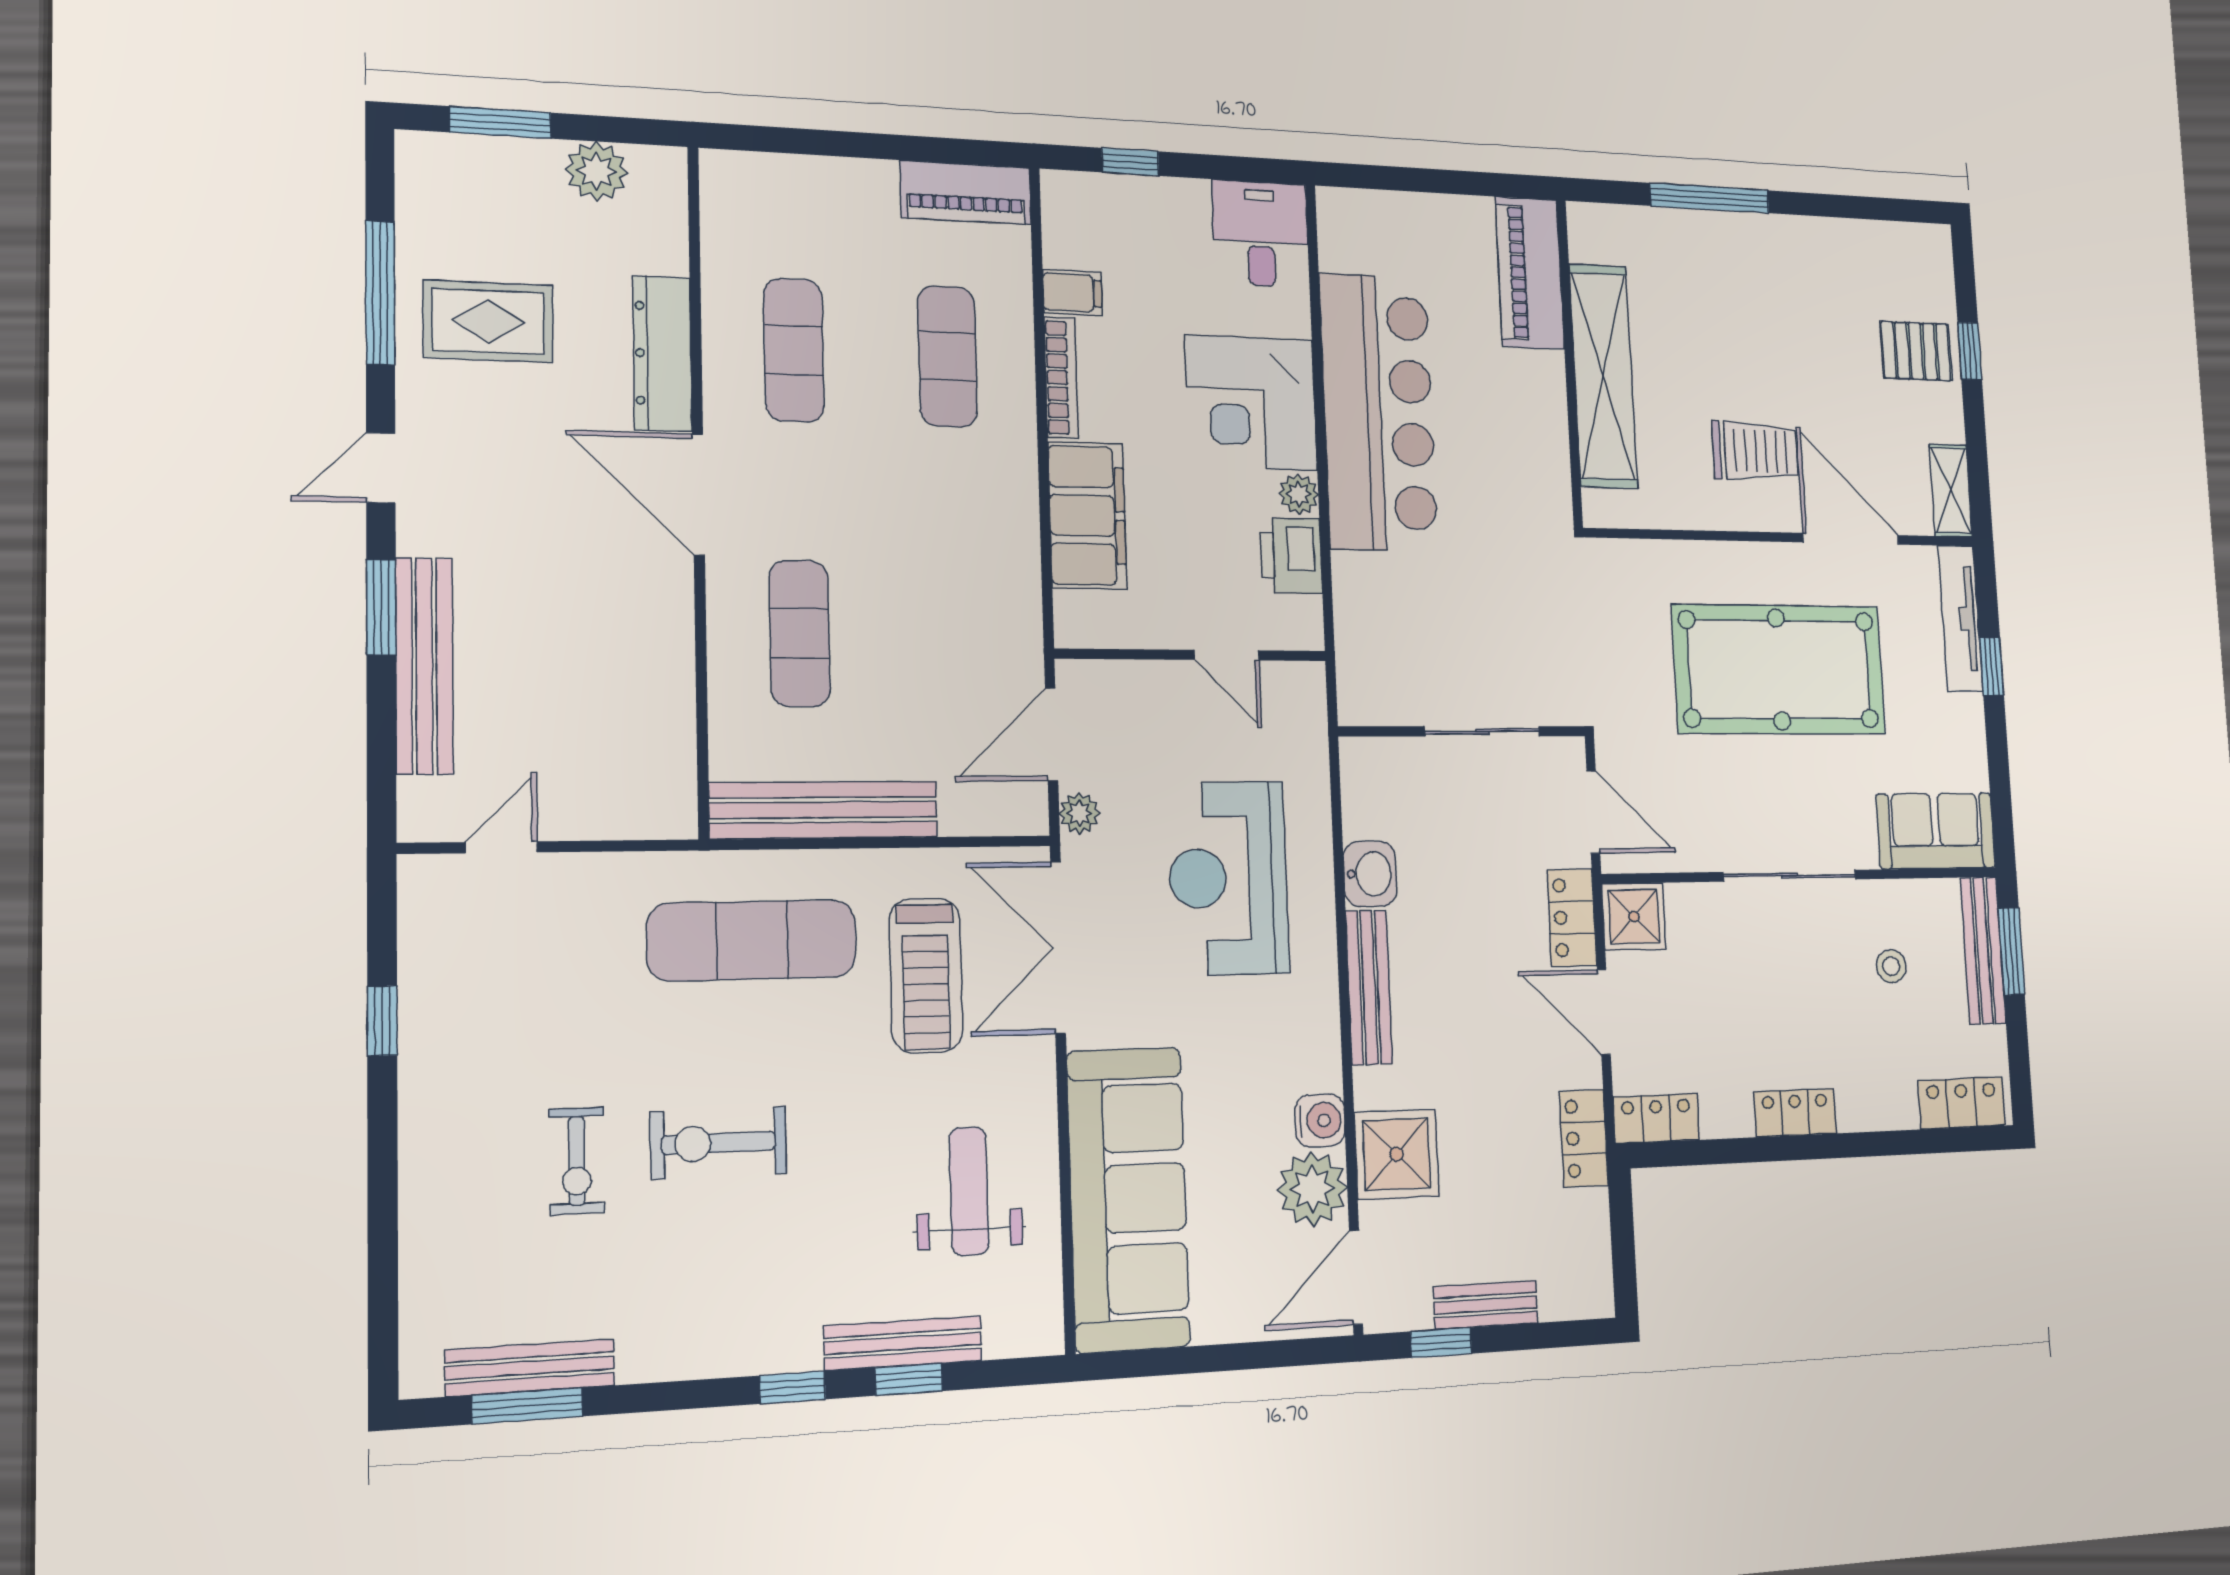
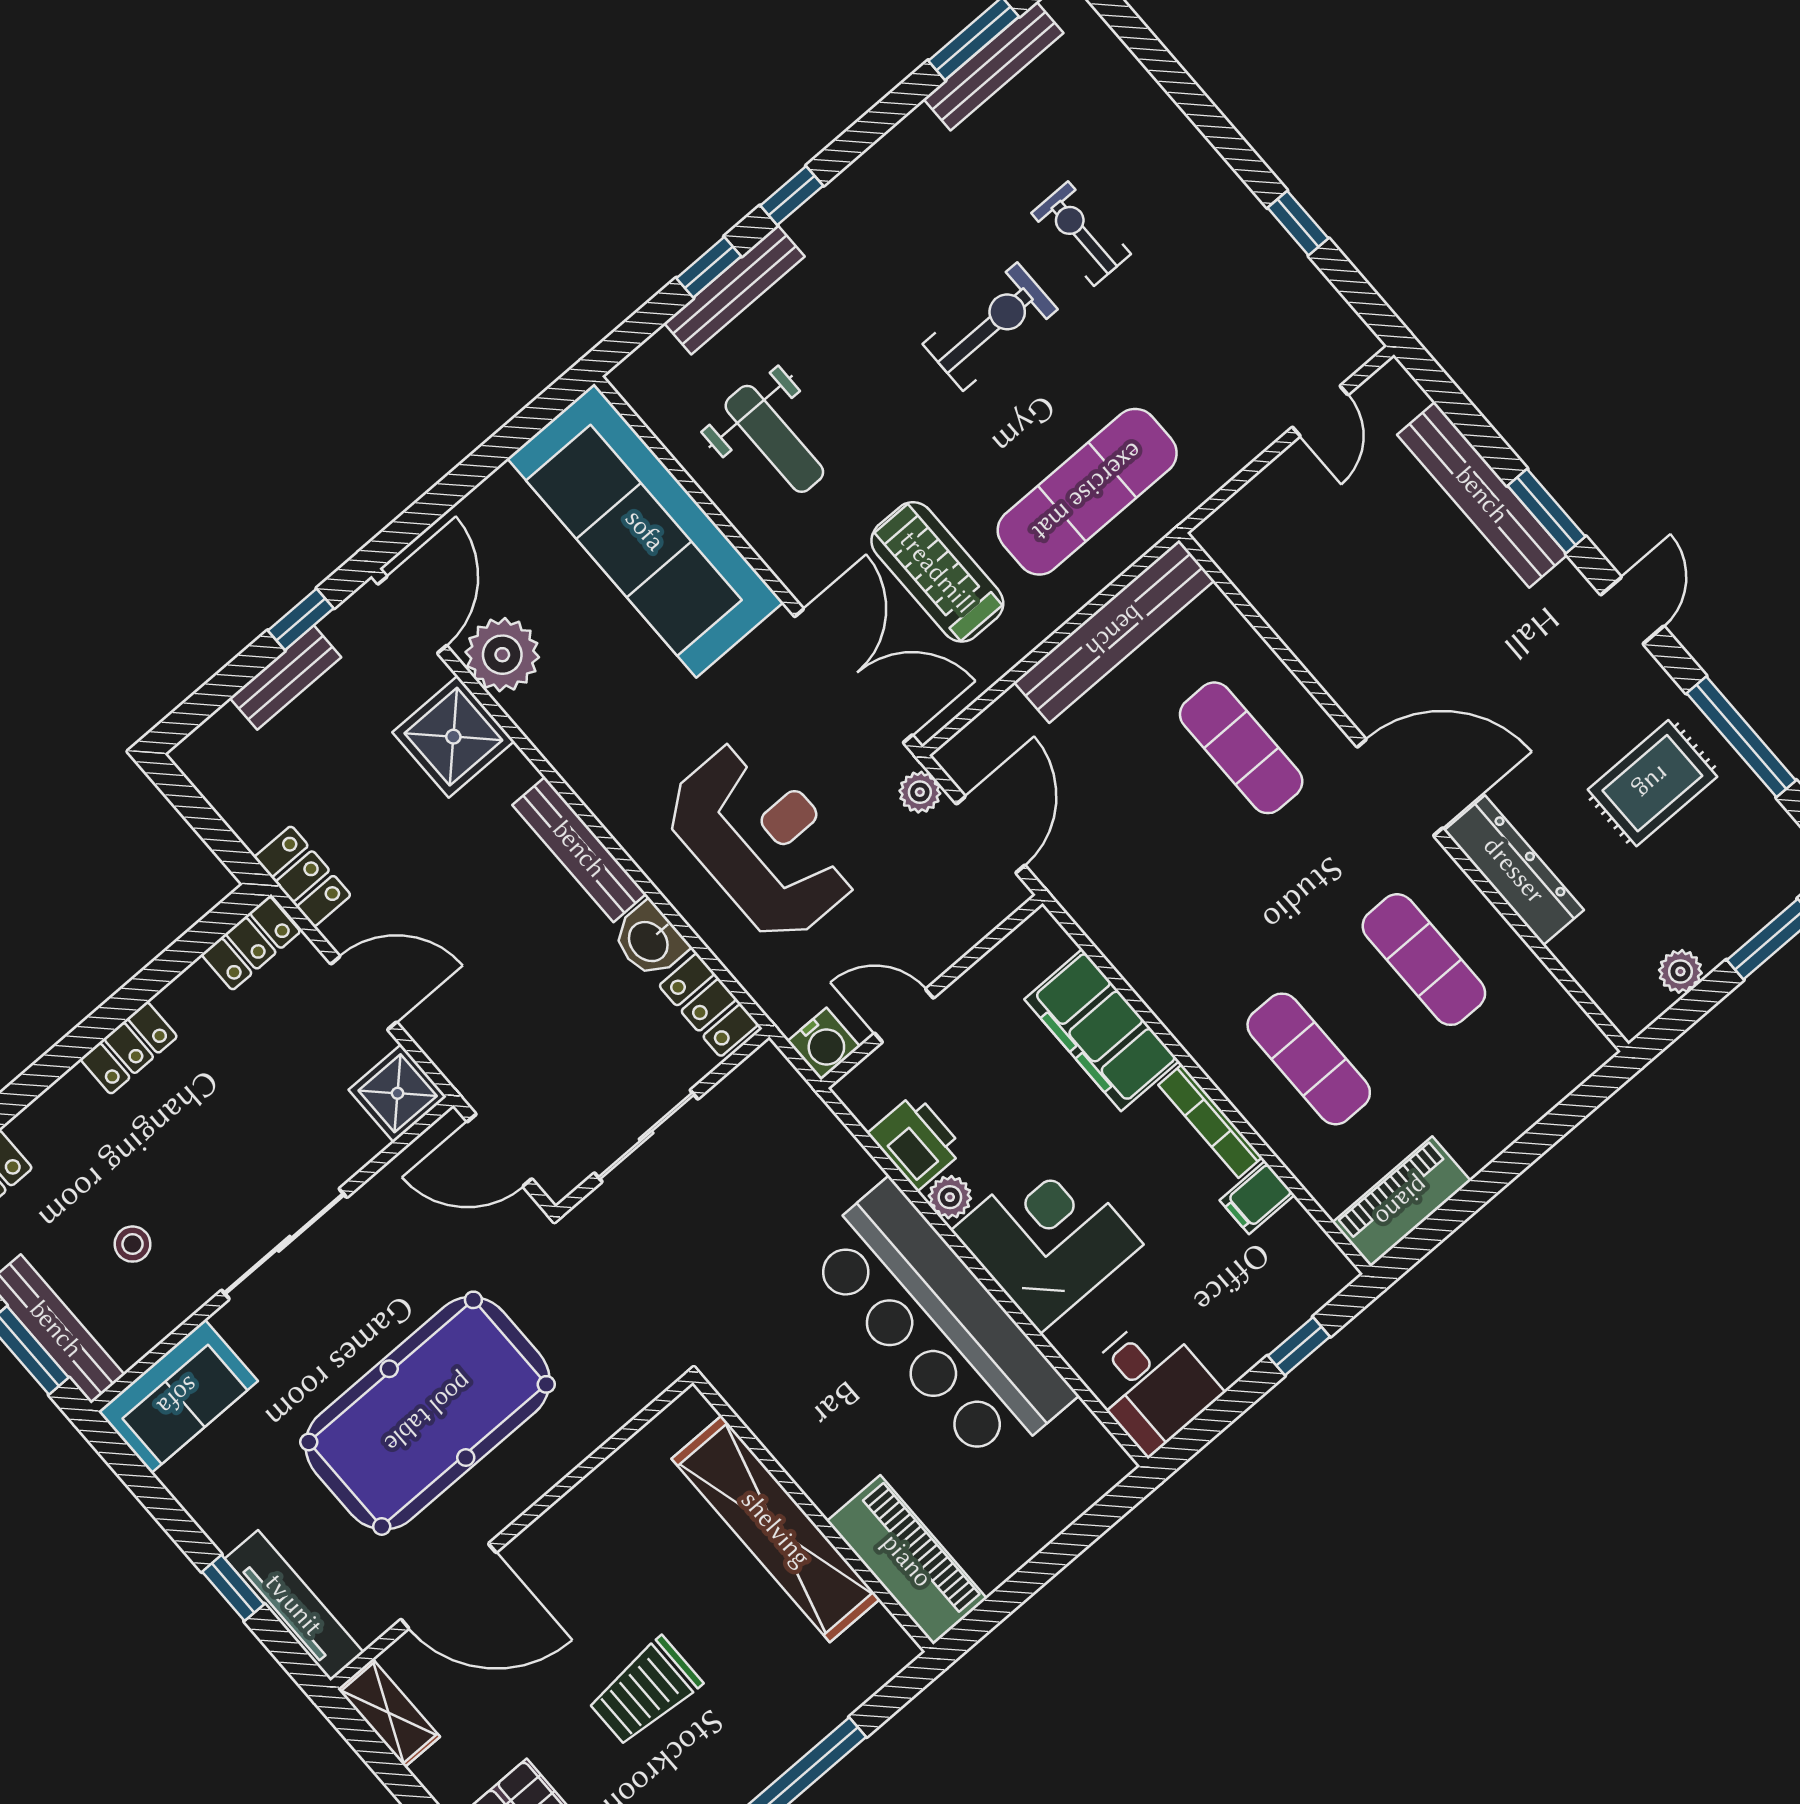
plant: (596, 171) -> (1680, 971), width x0.73, depth x0.73
trolley: (1755, 451) -> (645, 1691), moved
locker: (1572, 918) -> (709, 1005), moved, turned 180
water cooler: (1320, 1120) -> (824, 1044), moved, turned -90

